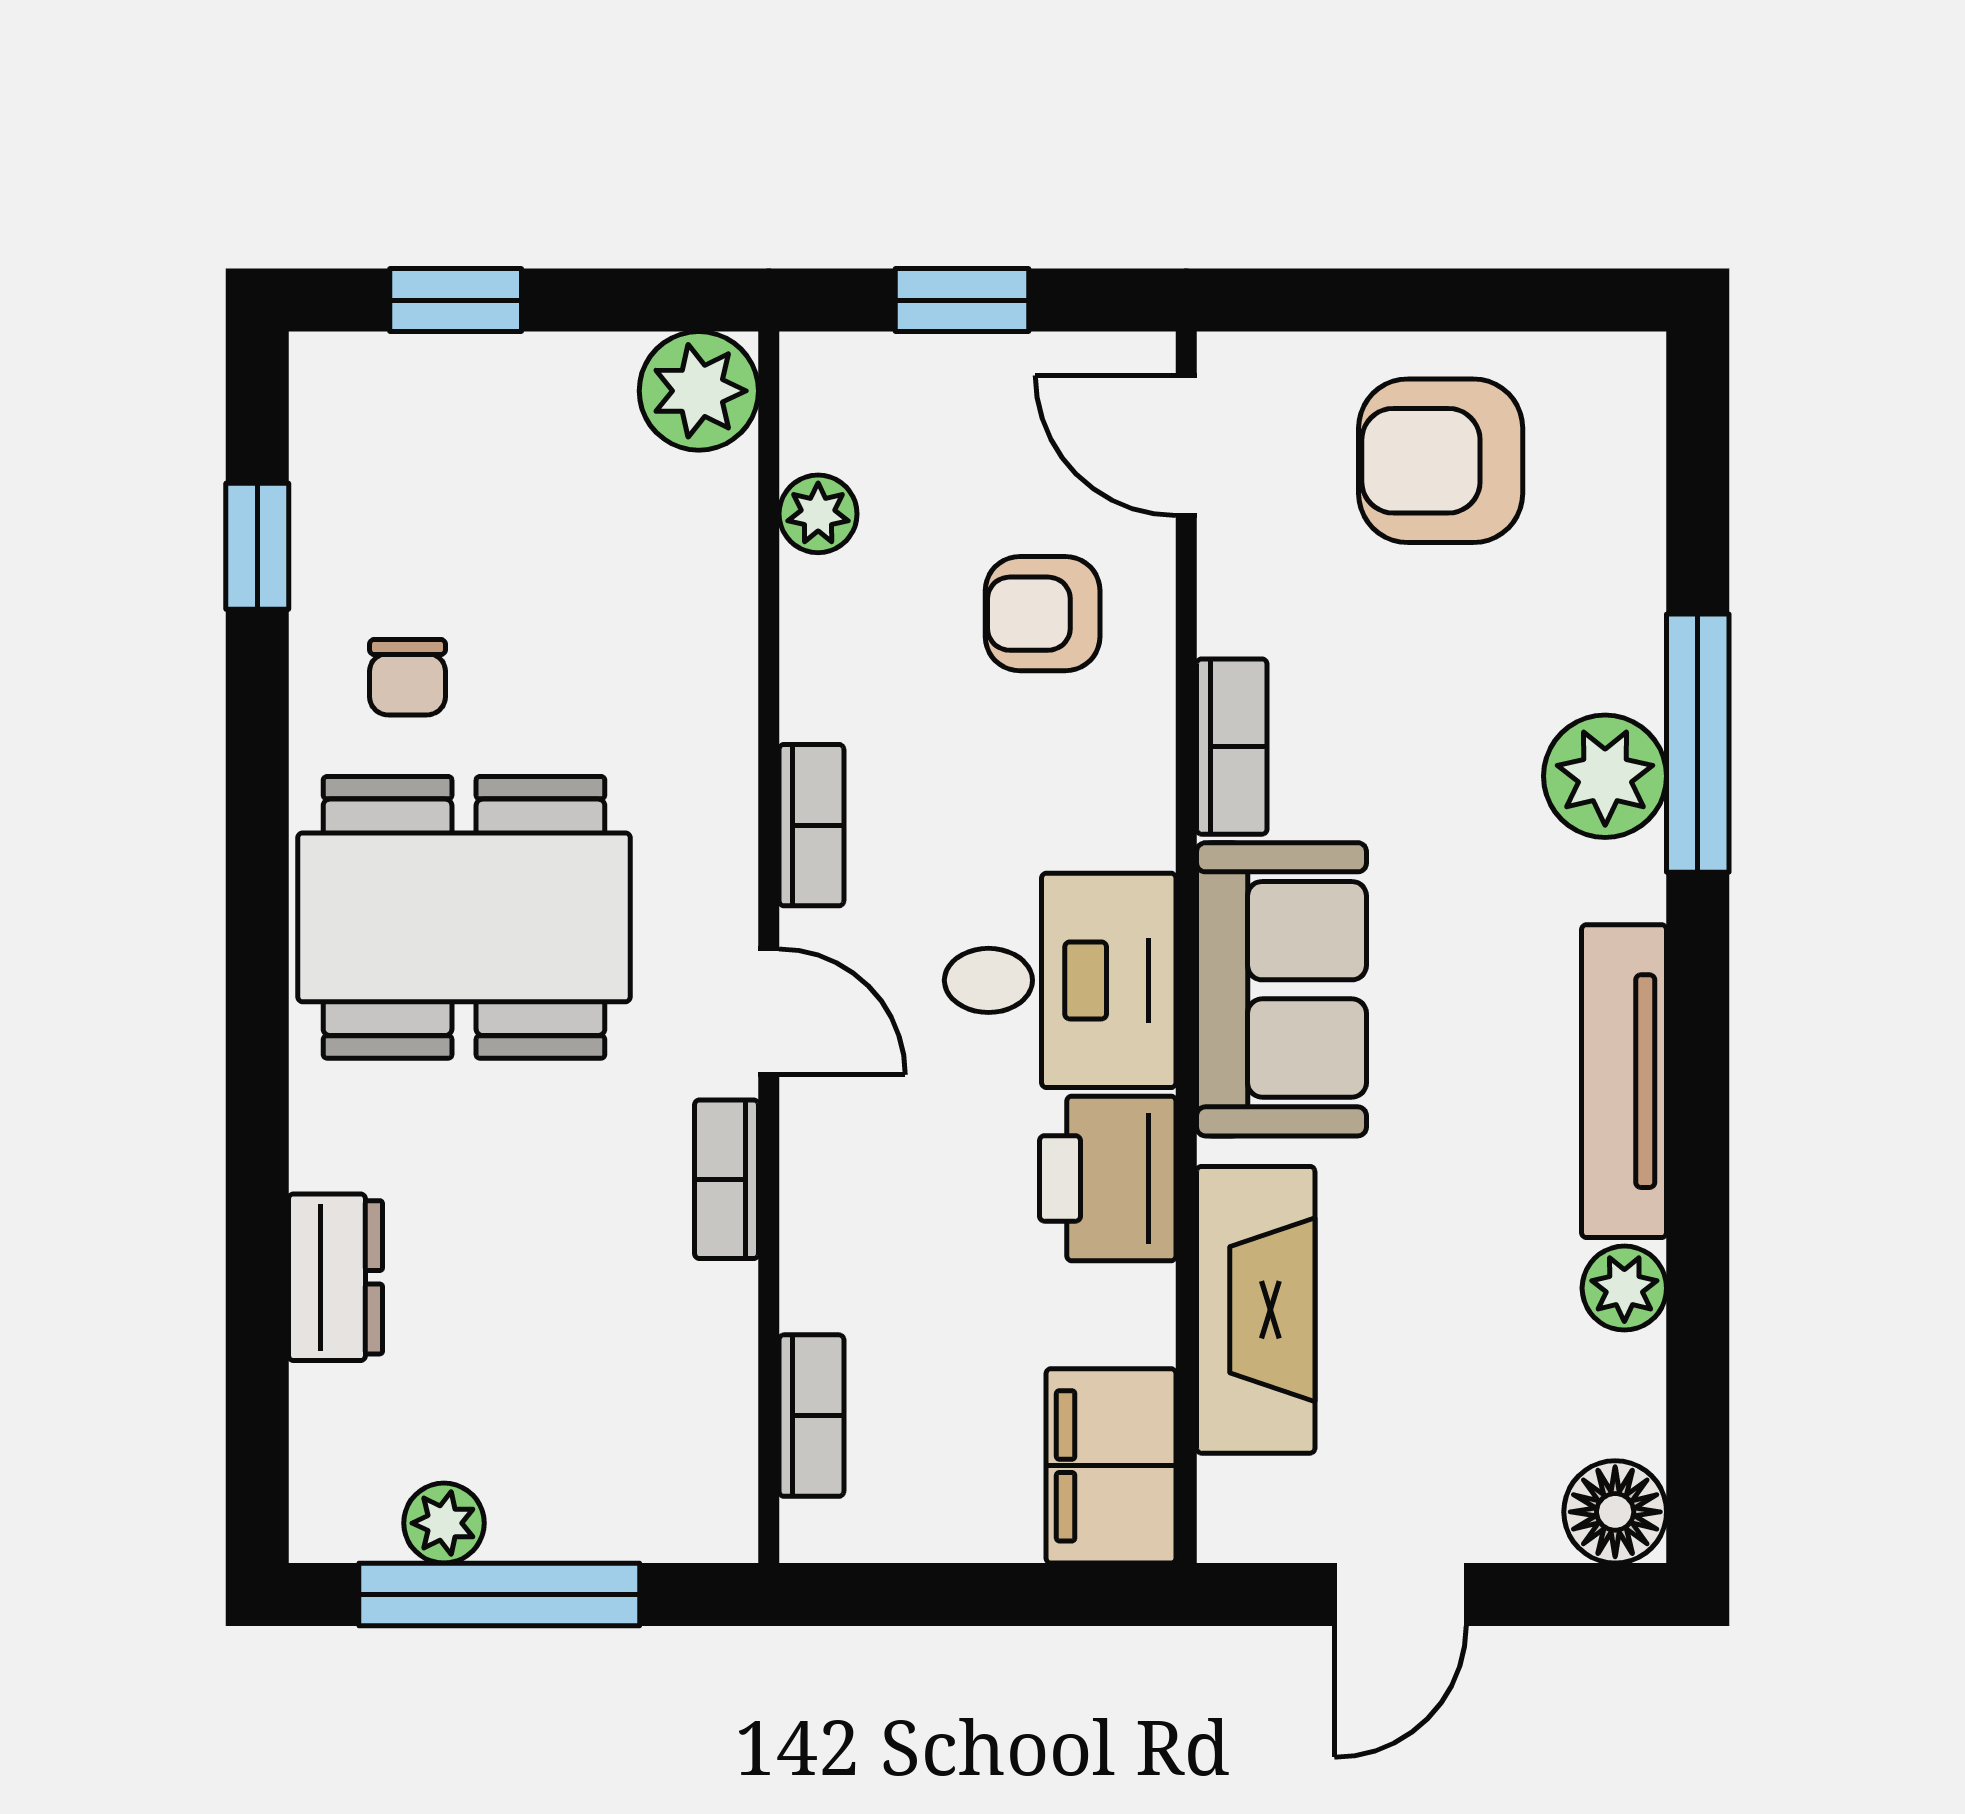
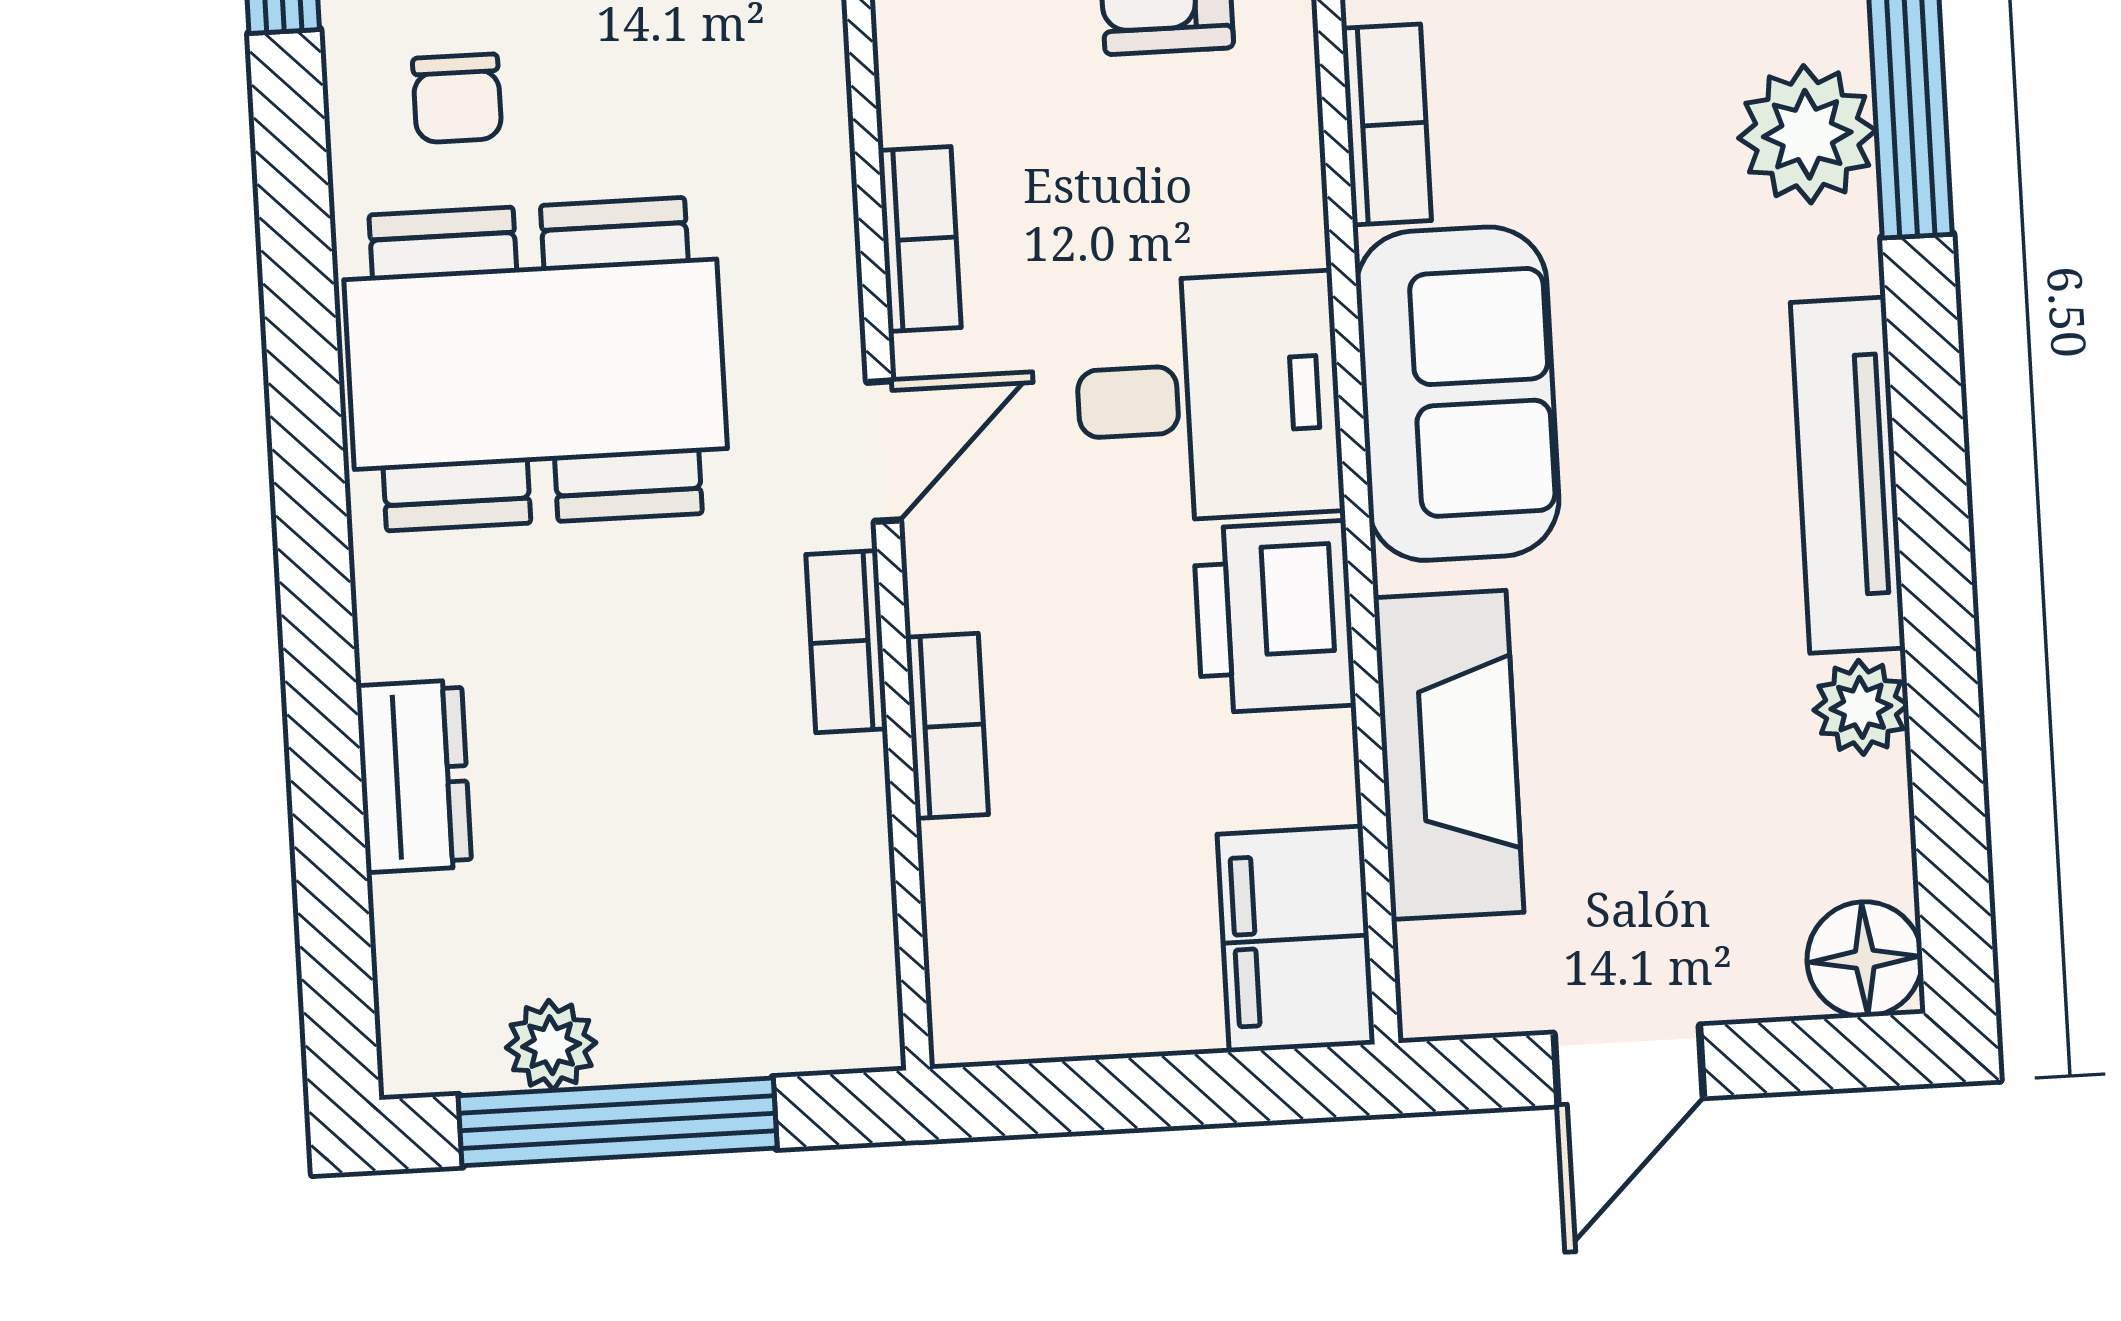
door: (769, 1012) -> (883, 451), hinge flipped
bookcase: (811, 1416) -> (947, 726), moved

